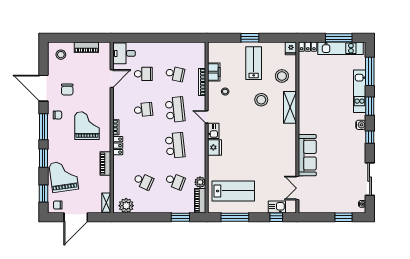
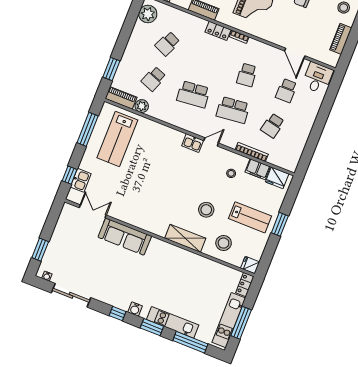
fridge: (215, 147) -> (277, 178), moved

